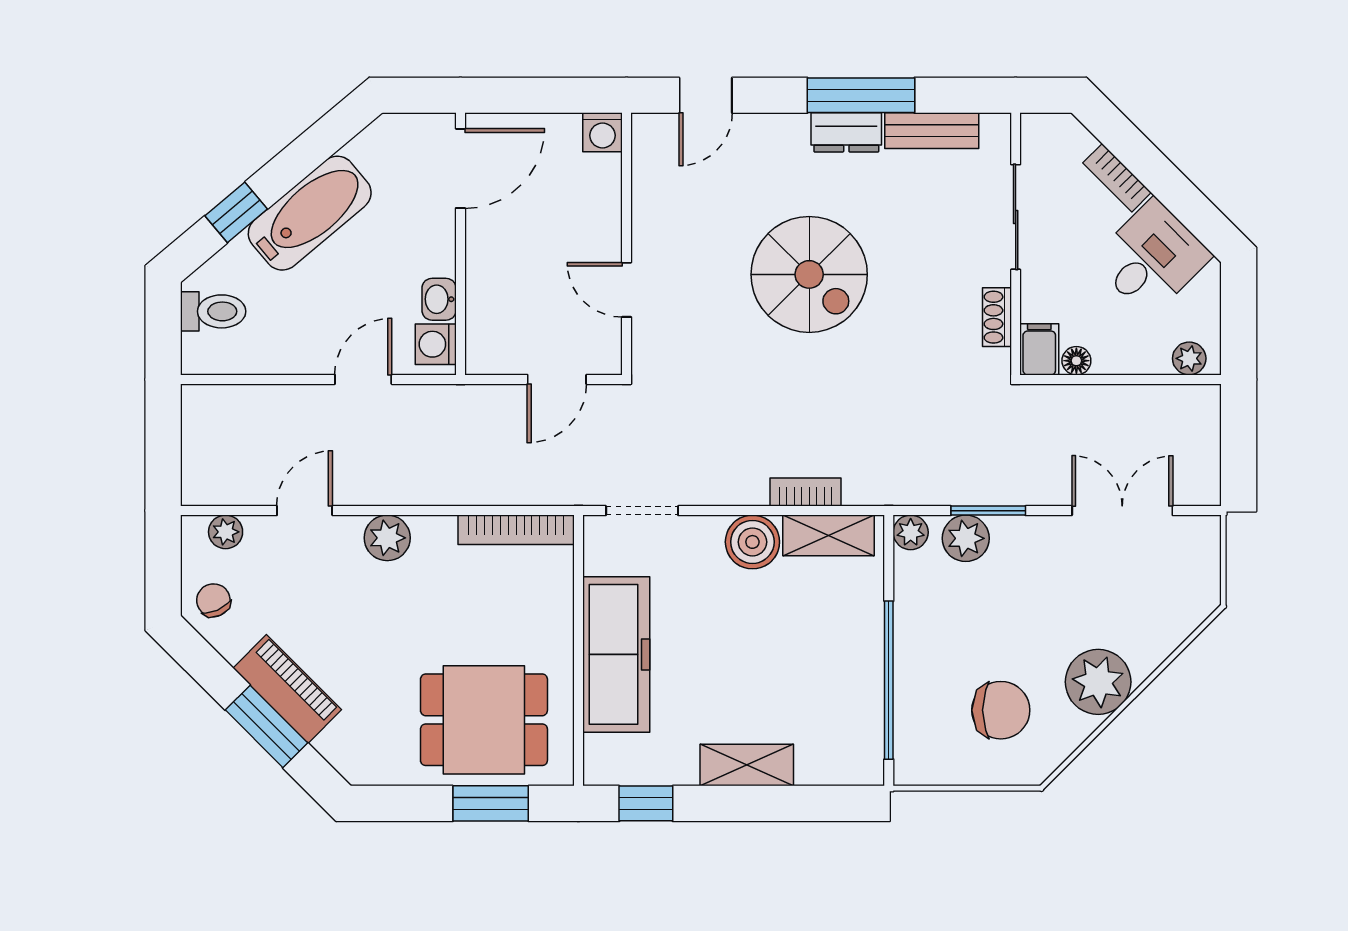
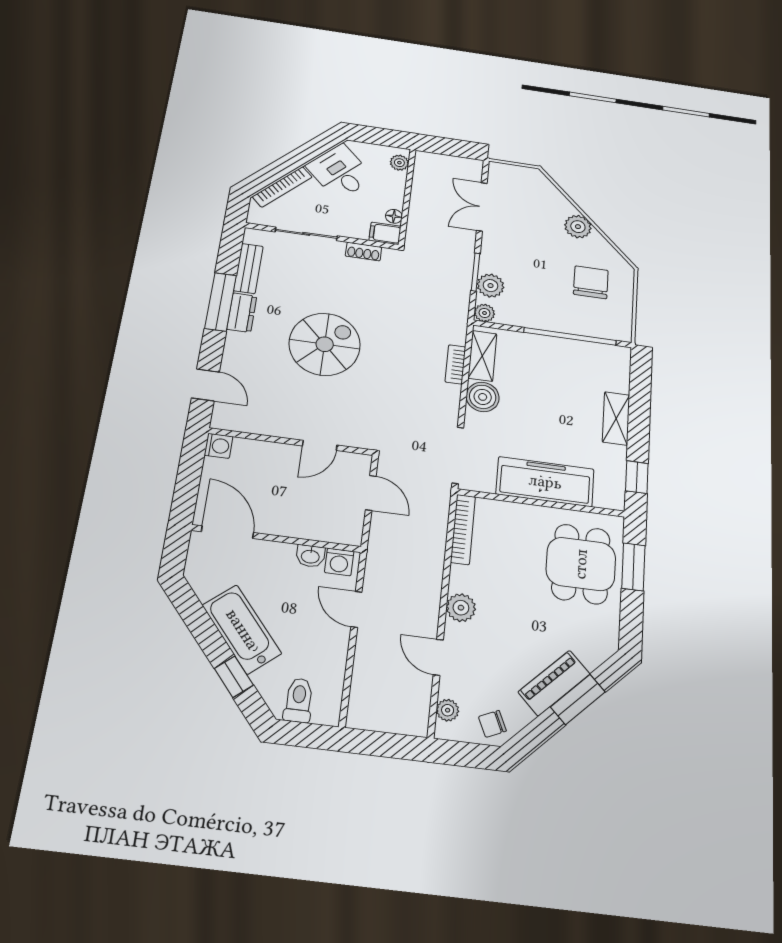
bookcase: (1117, 178) -> (282, 187), width x1.56
doorway: (642, 511) -> (458, 455), width x1.38
plant: (1098, 682) -> (578, 227), width x0.73, depth x0.73

